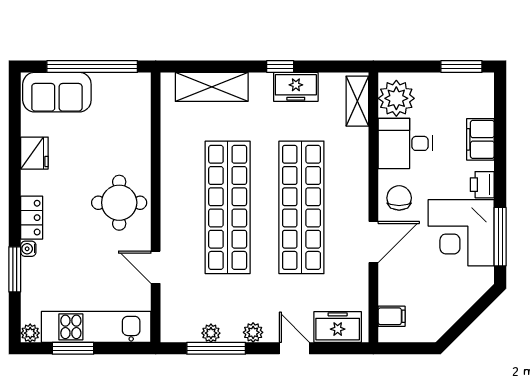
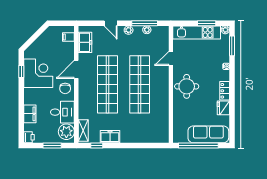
window: (280, 66) -> (97, 146), moved
window: (461, 66) -> (52, 146), moved
shelving: (212, 87) -> (146, 137), removed
sofa: (57, 92) -> (208, 134), width x1.36
printer: (482, 185) -> (29, 137), moved
locker: (32, 218) -> (225, 91), moved
window: (500, 237) -> (21, 72), width x0.46
door: (156, 267) -> (171, 58), swing flipped
window: (15, 269) -> (232, 46), moved
freezer: (338, 327) -> (85, 42), moved, turned -90

